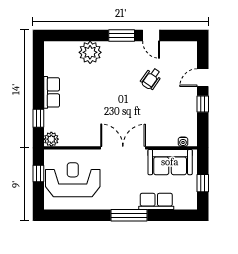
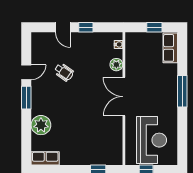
row of seats: (52, 92) -> (45, 158), moved
plant: (51, 139) -> (116, 65), moved
sofa: (170, 162) -> (136, 56), removed
reception desk: (73, 180) -> (152, 140), turned 180
row of seats: (156, 201) -> (170, 48), moved

